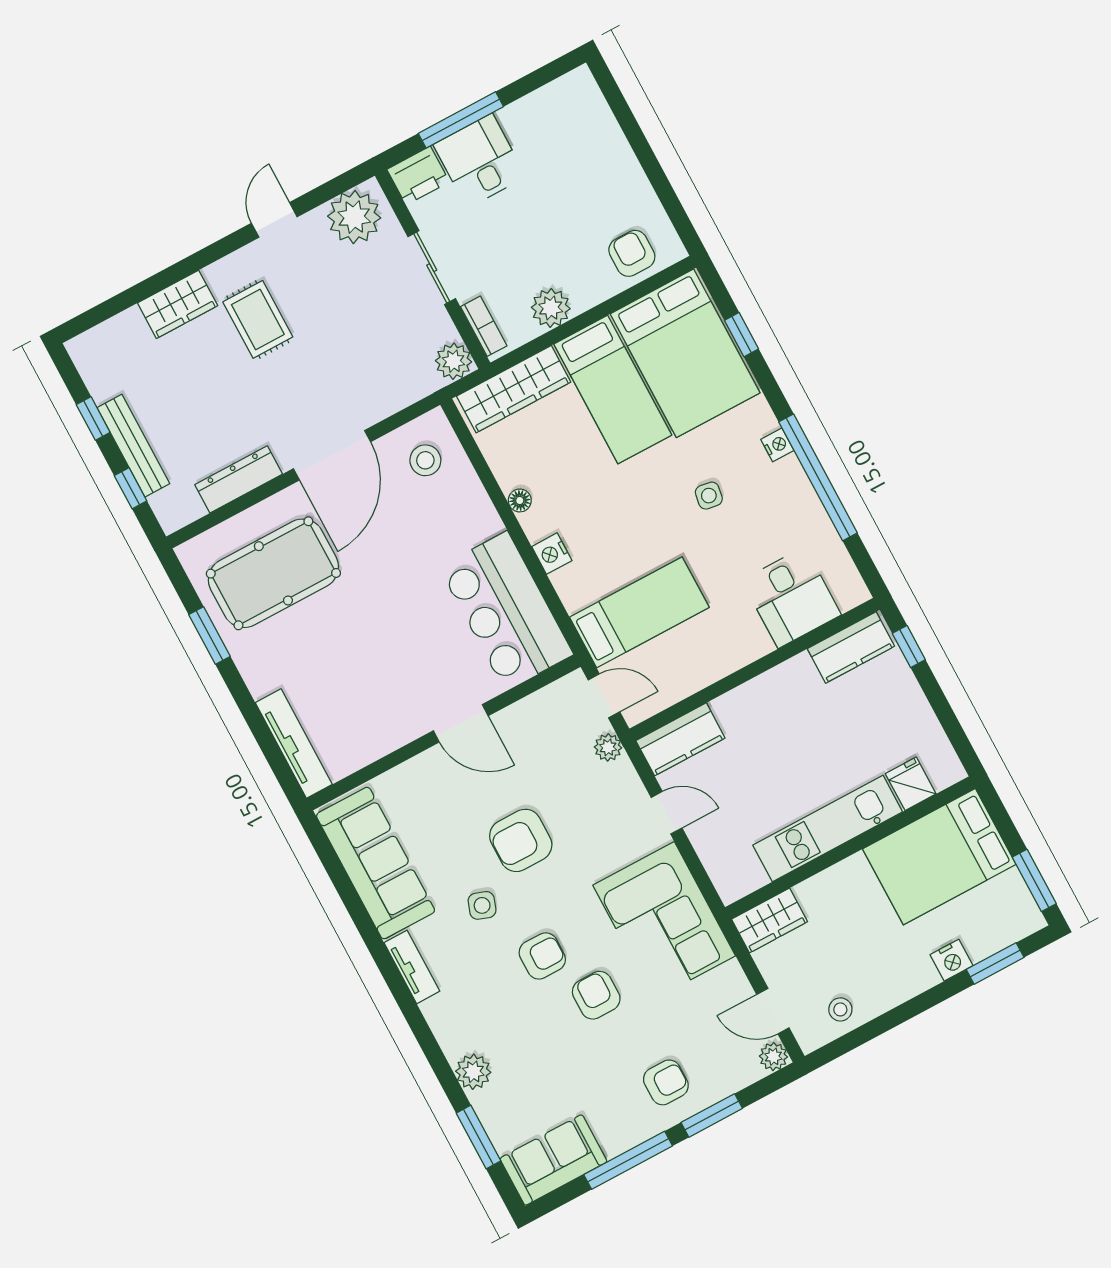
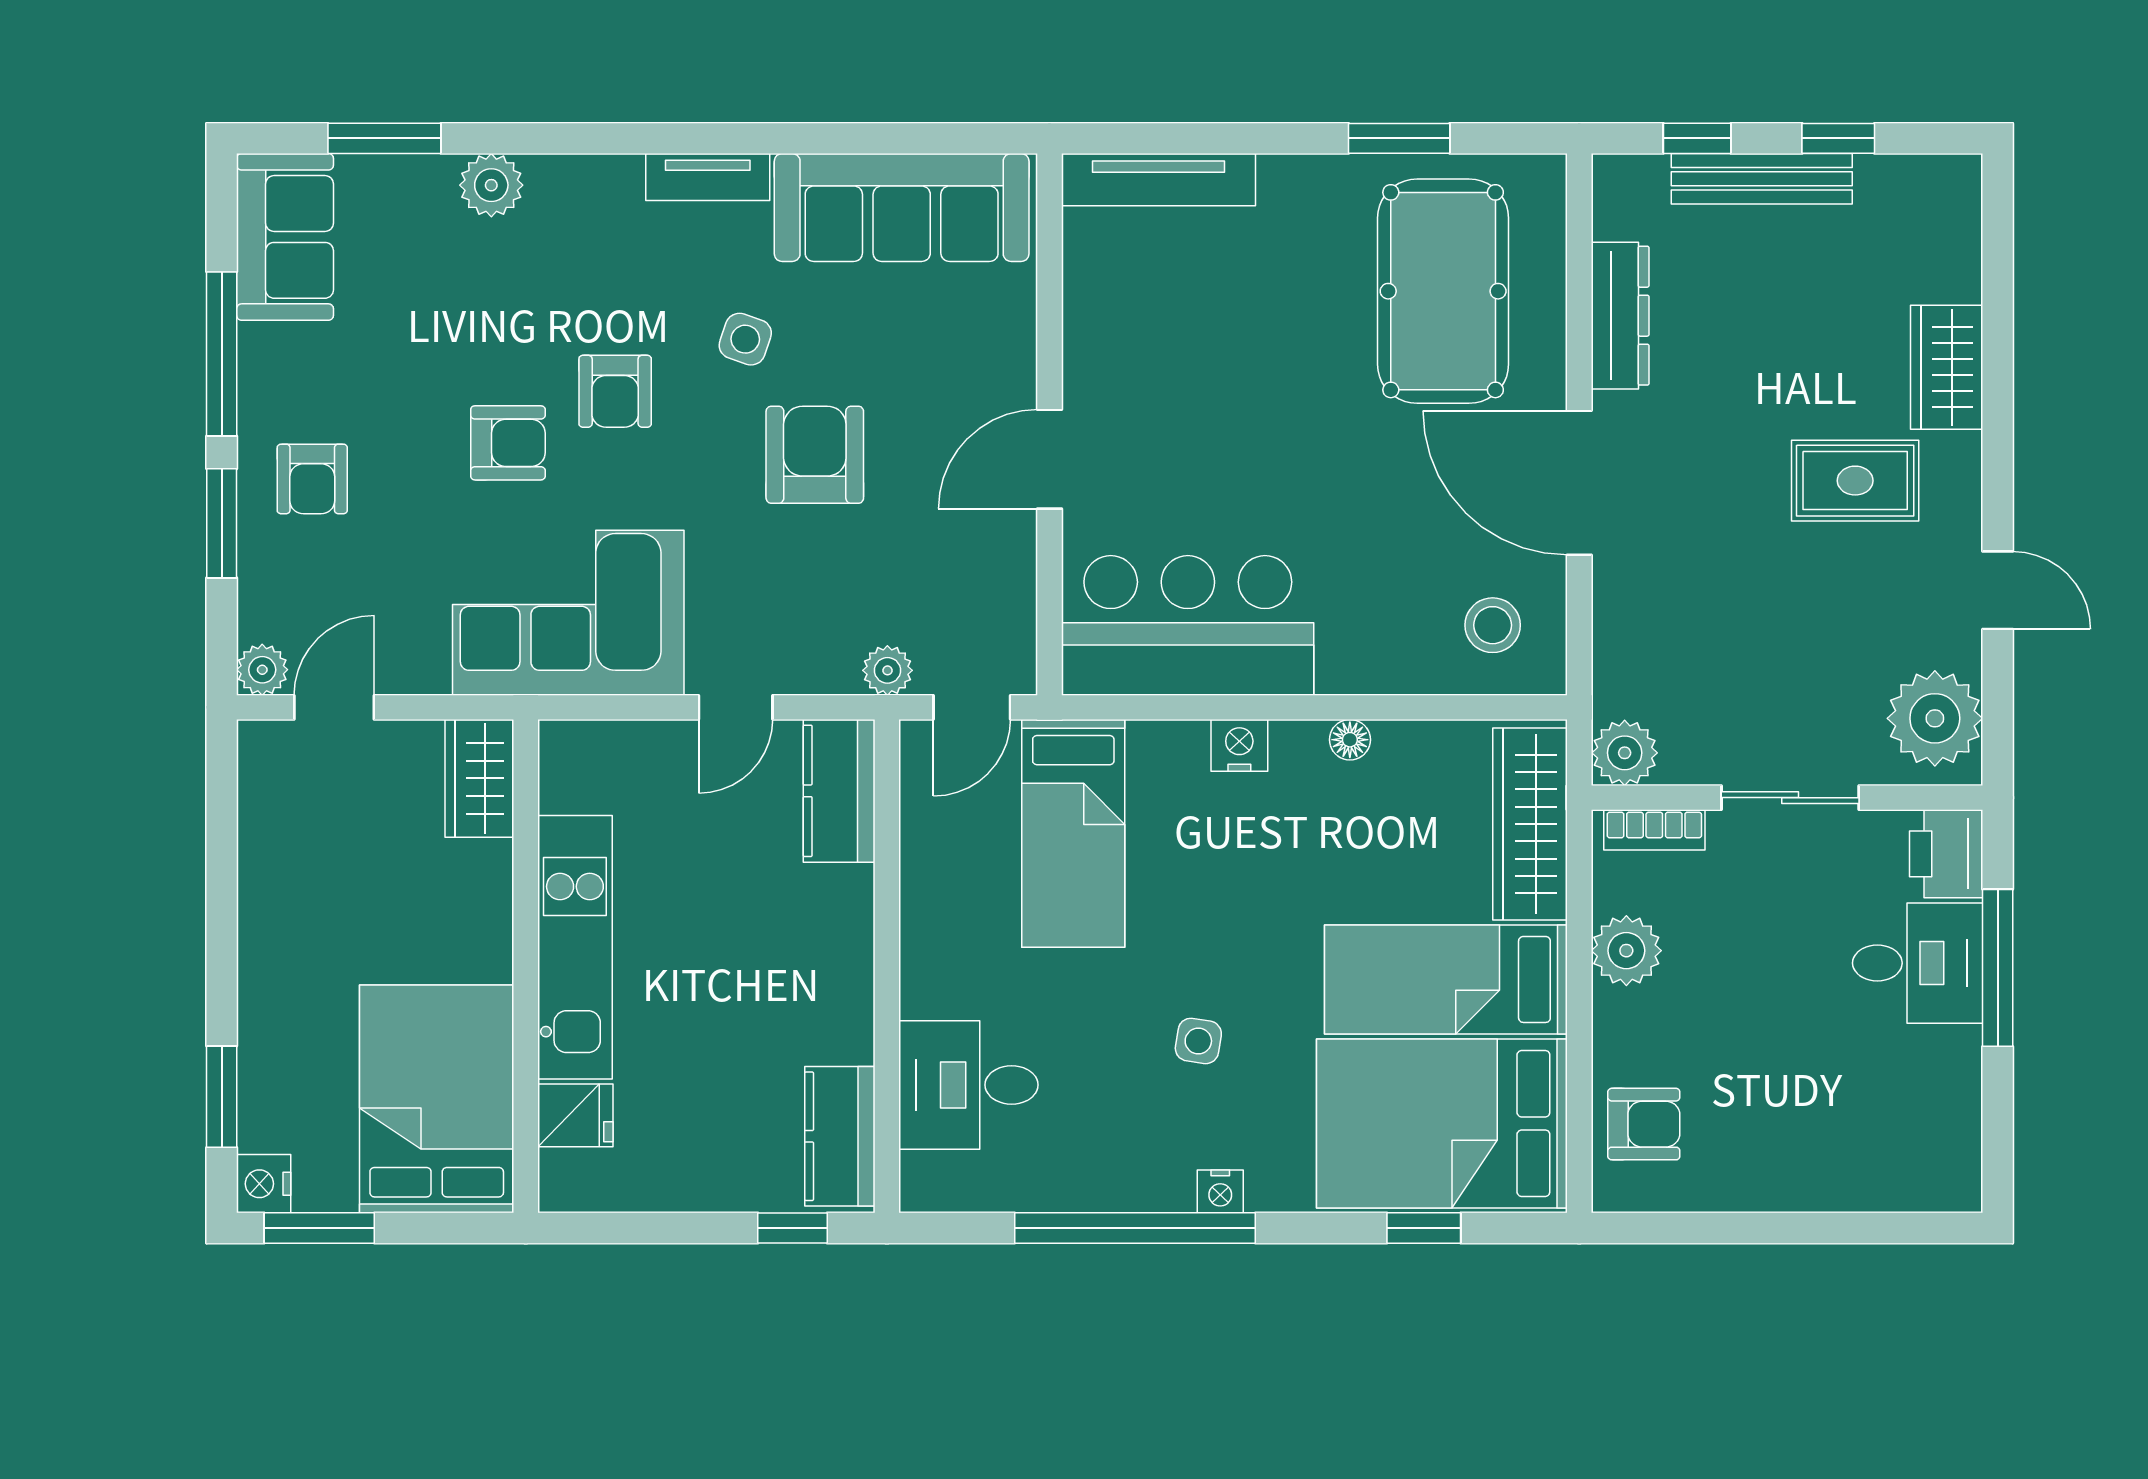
nightstand: (952, 960) -> (264, 1184), moved
stool: (840, 1009) -> (280, 815), removed

